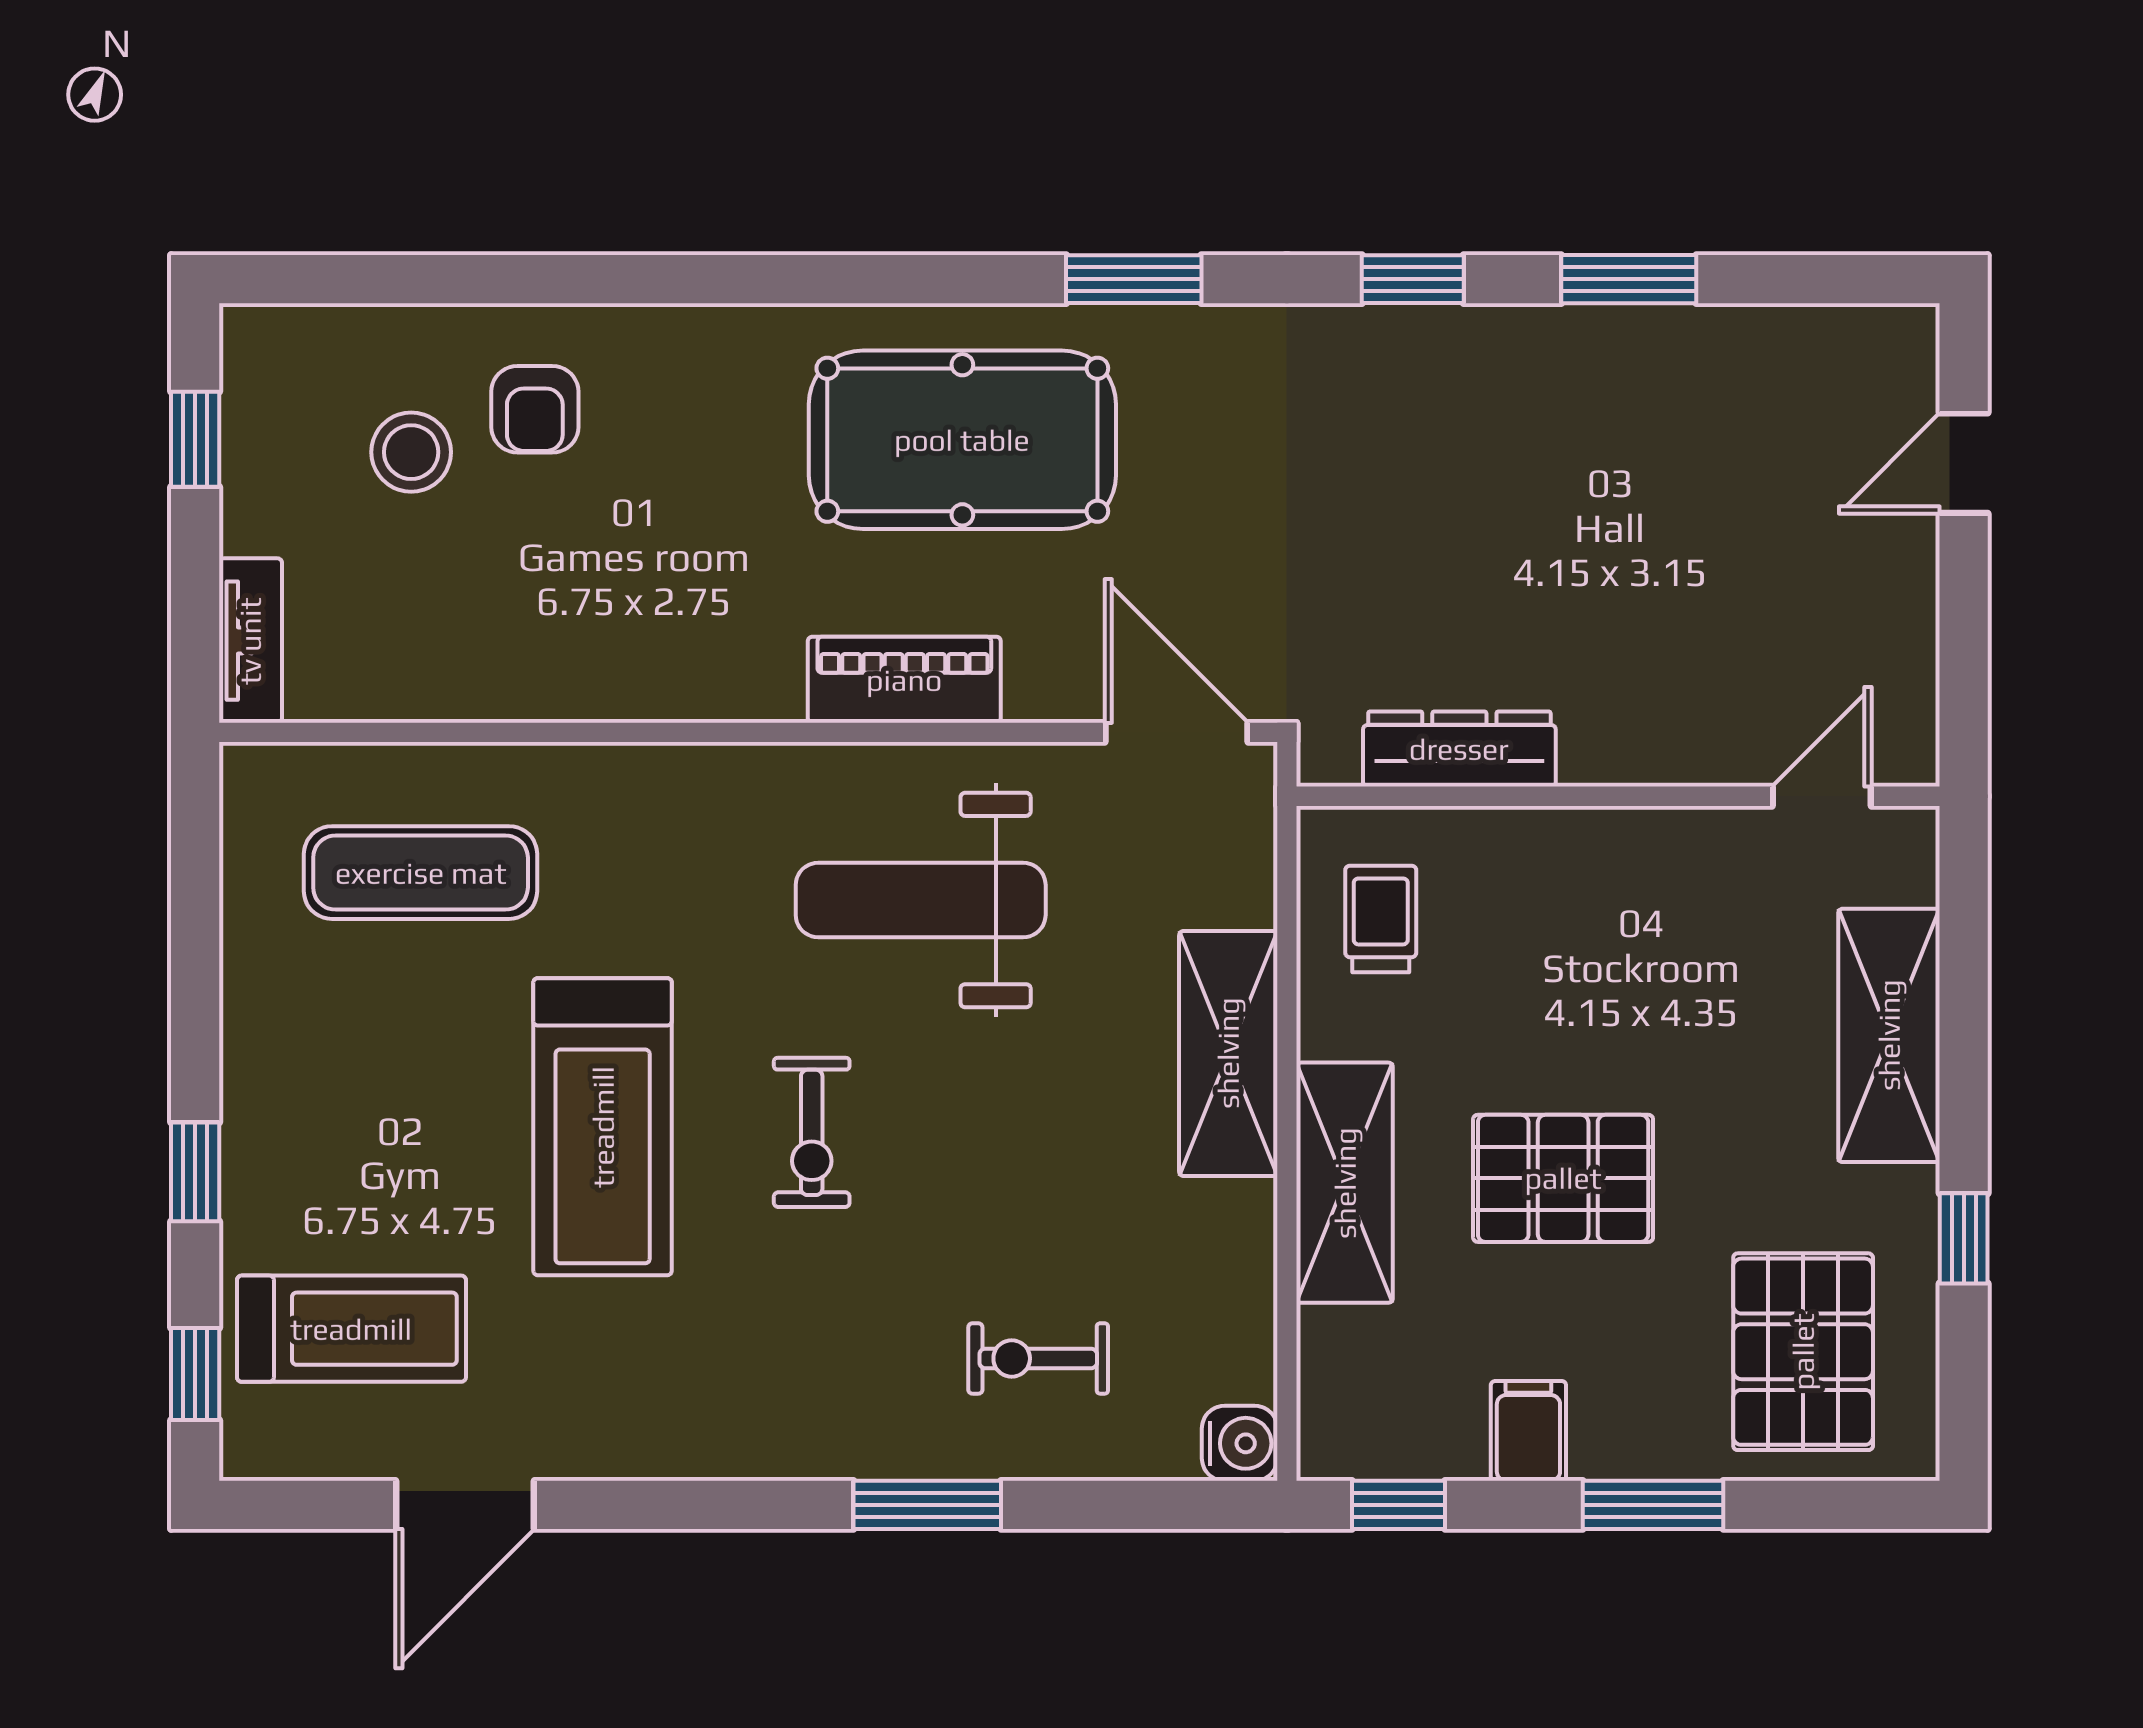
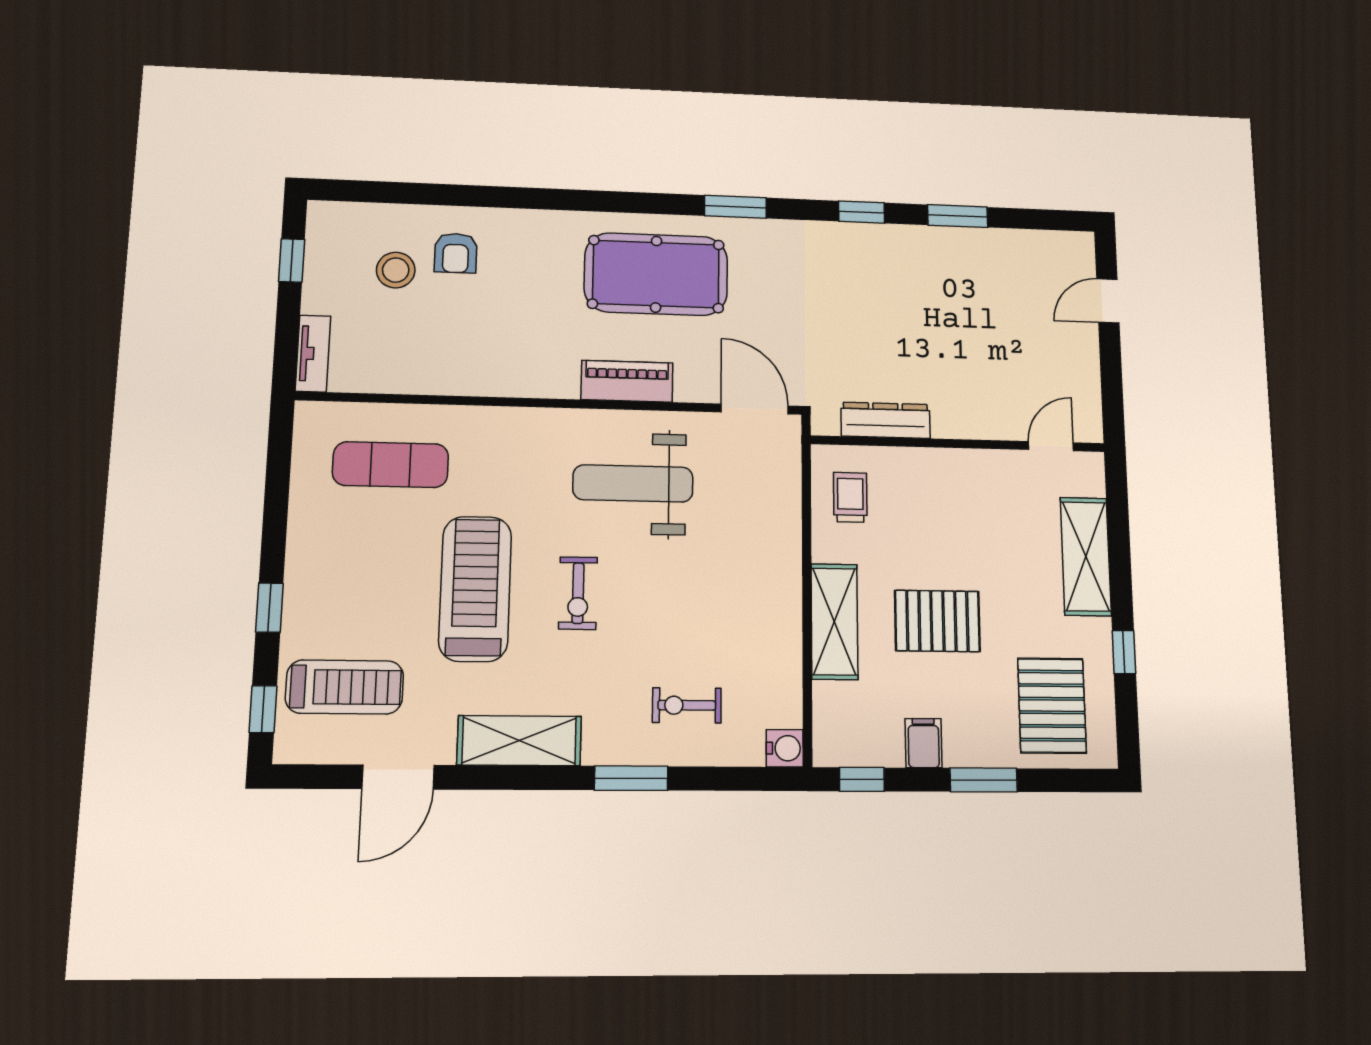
shelving: (1228, 1053) -> (519, 741), moved, turned 90
treadmill: (603, 1127) -> (475, 589), turned 180

